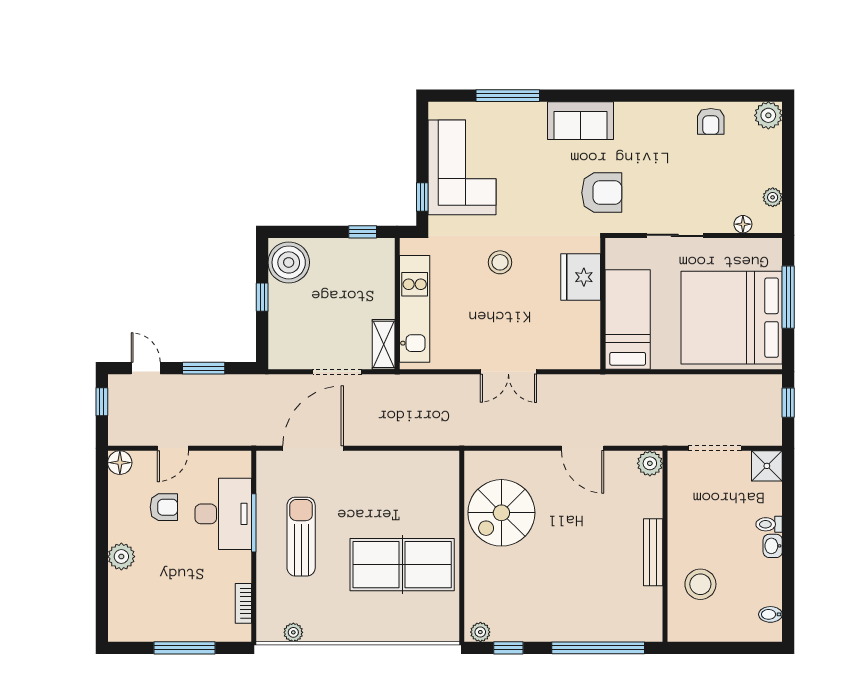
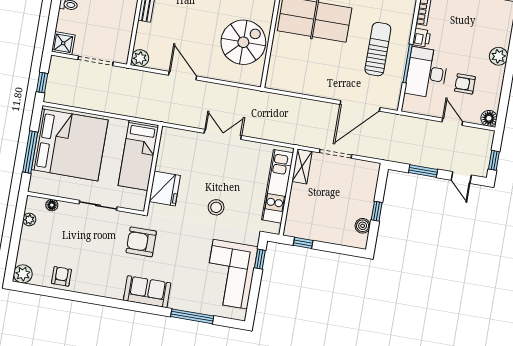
boiler: (289, 262) -> (363, 226), width x0.54, depth x0.54
door: (173, 448) -> (452, 122), hinge flipped
sun lounger: (301, 537) -> (378, 49), turned 180
printer: (240, 564) -> (422, 38), added

